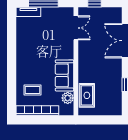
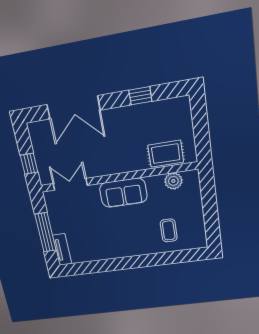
sofa: (64, 75) -> (123, 193), moved
bookcase: (37, 110) -> (197, 220), removed

